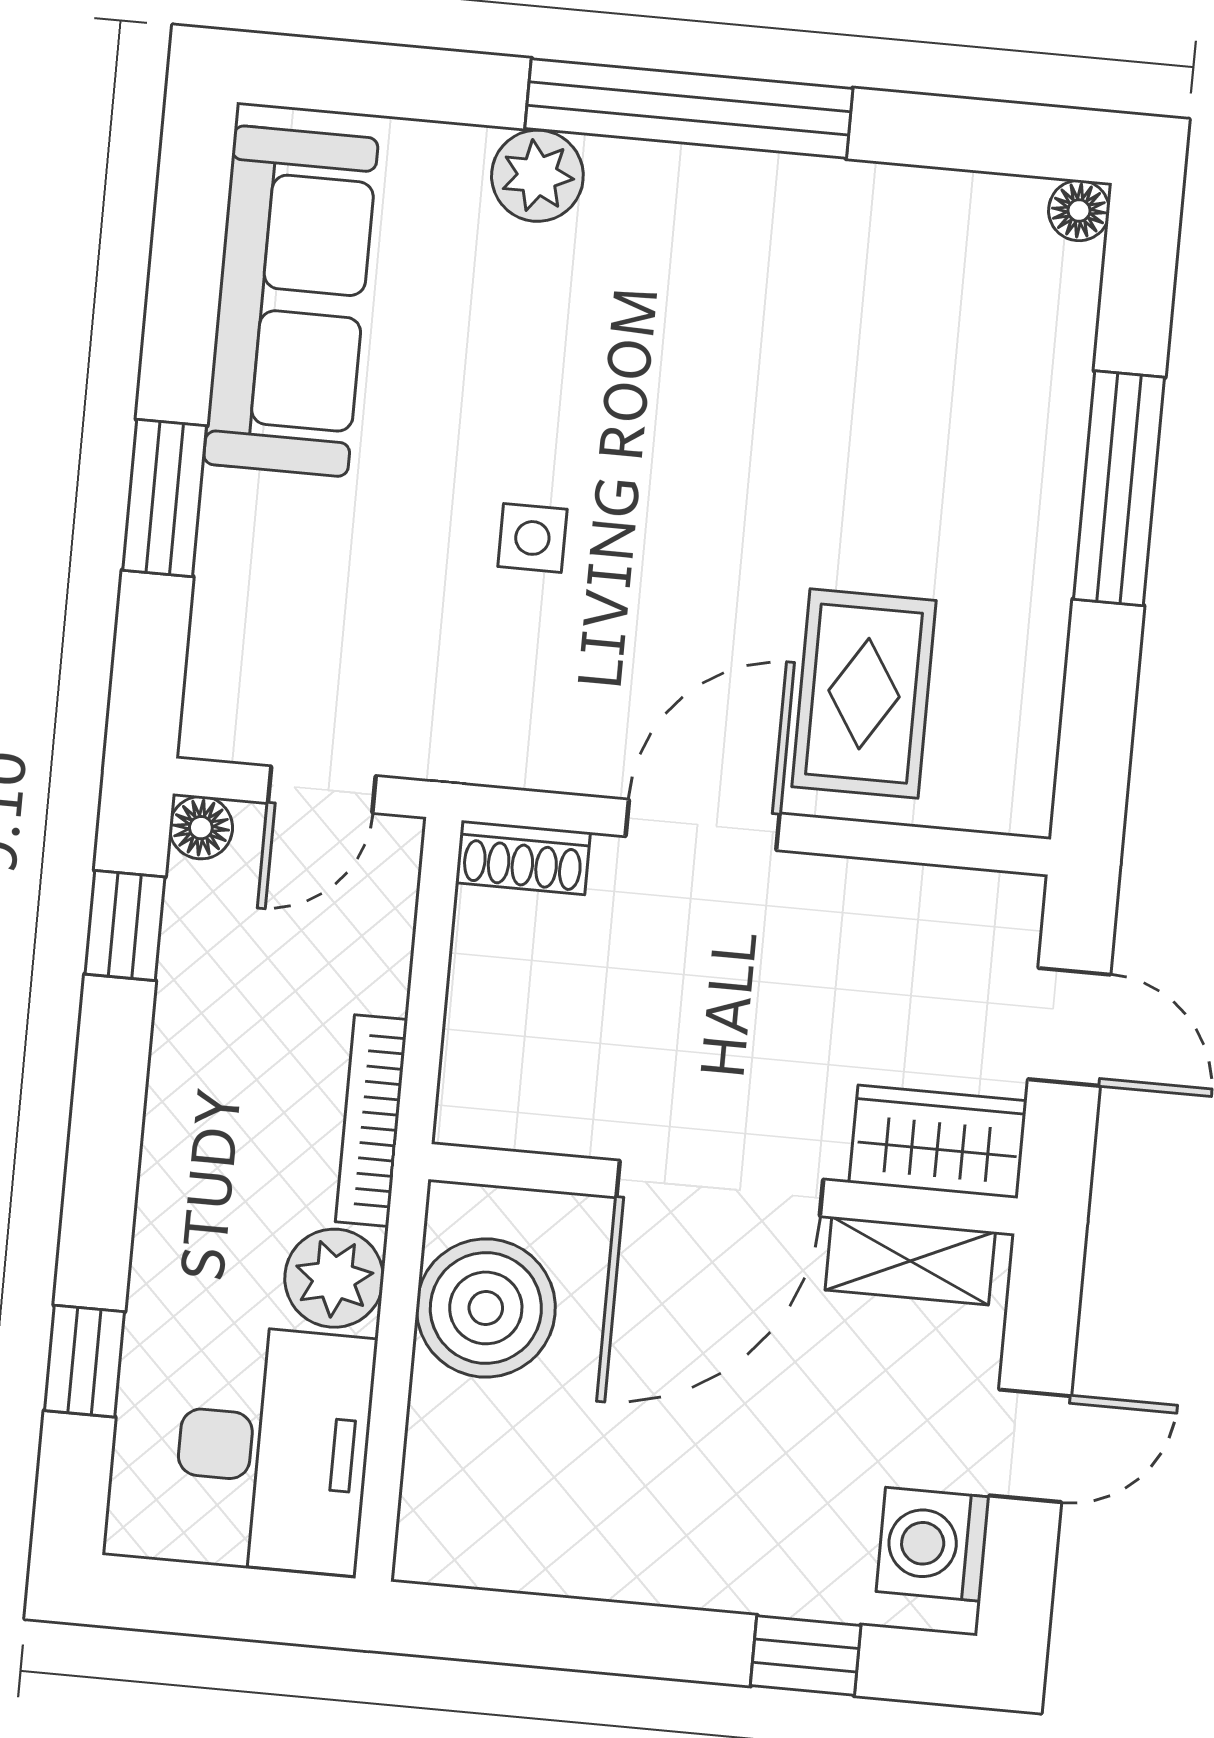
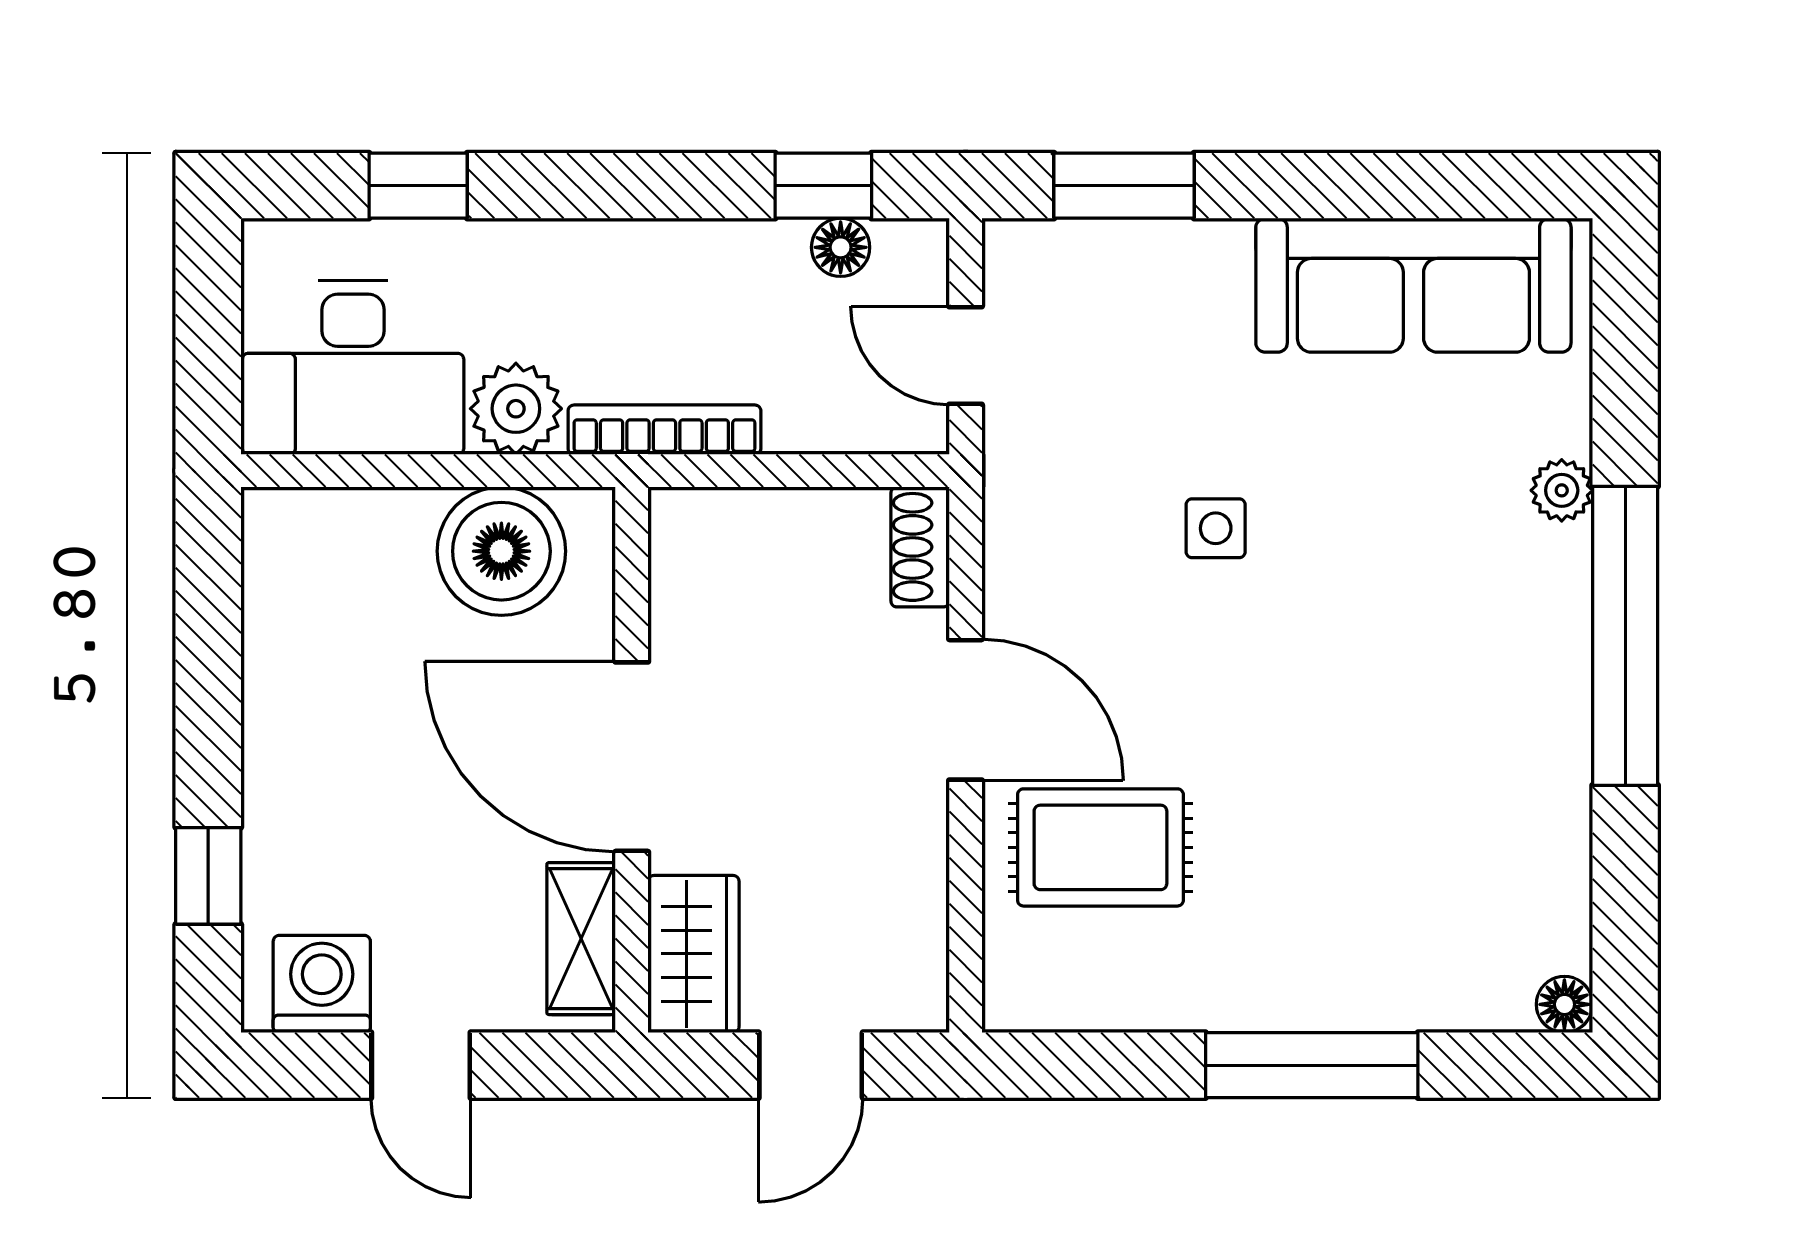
plant: (537, 176) -> (1562, 490), width x0.73, depth x0.73
window: (165, 498) -> (1124, 186), moved
floor lamp: (201, 828) -> (841, 247), moved

